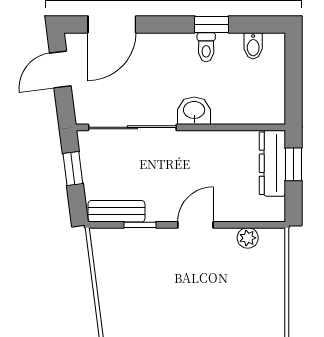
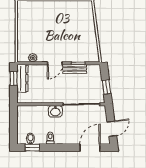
window: (212, 24) -> (32, 148), moved
dresser: (272, 163) -> (22, 78), moved
window: (293, 164) -> (13, 78), moved
bench: (116, 211) -> (75, 69), moved

